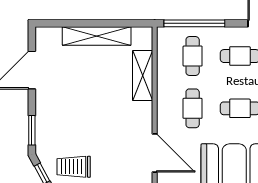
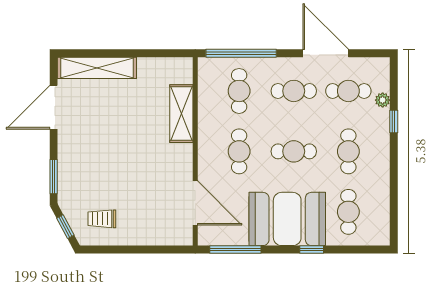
shelving: (97, 36) -> (97, 68), moved
trolley: (74, 167) -> (102, 219), width x0.73, depth x0.72

